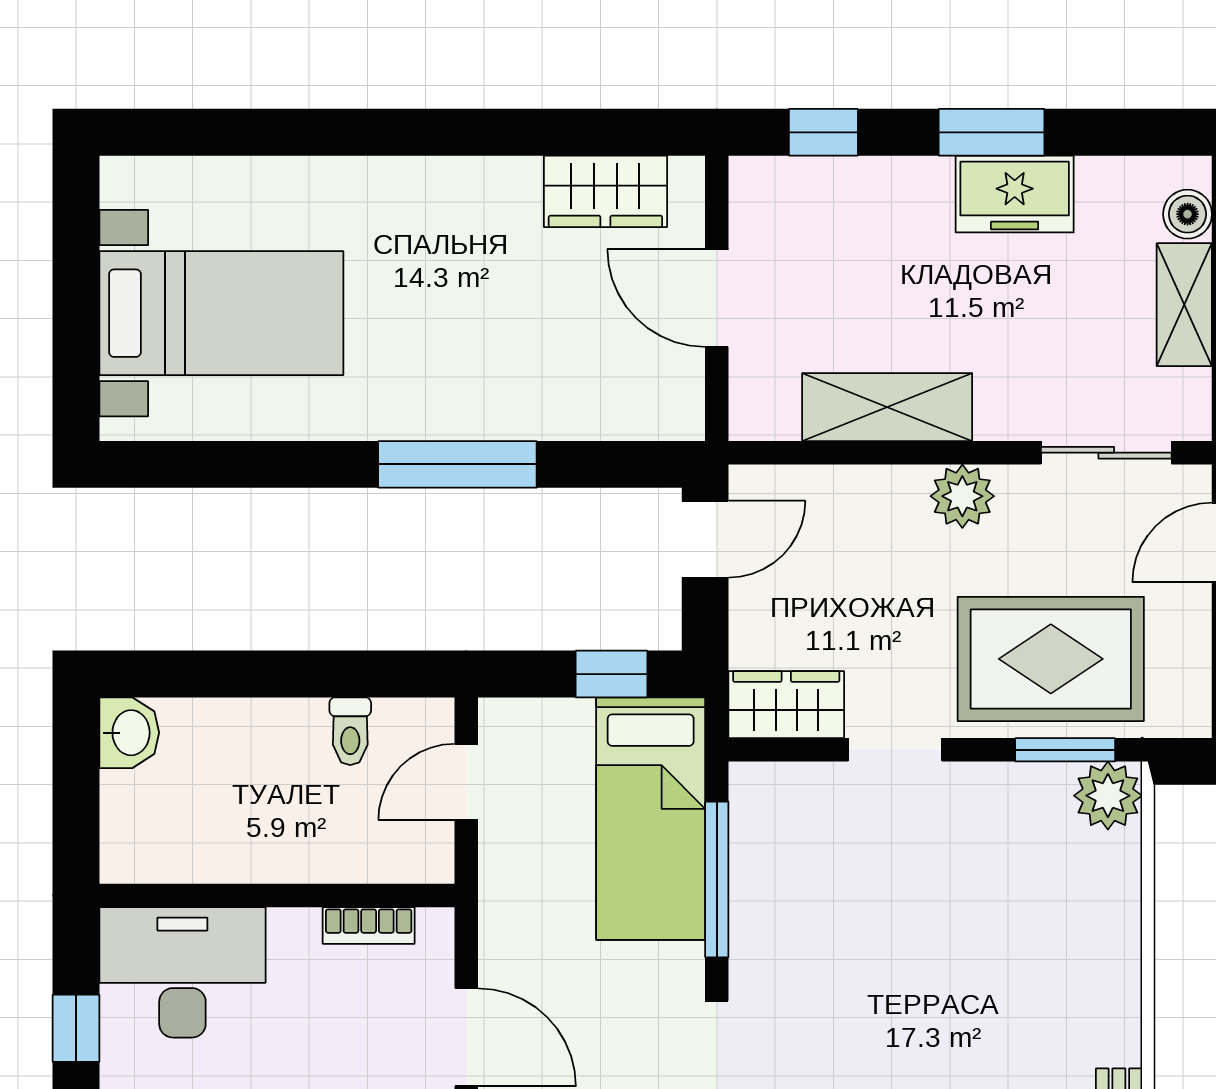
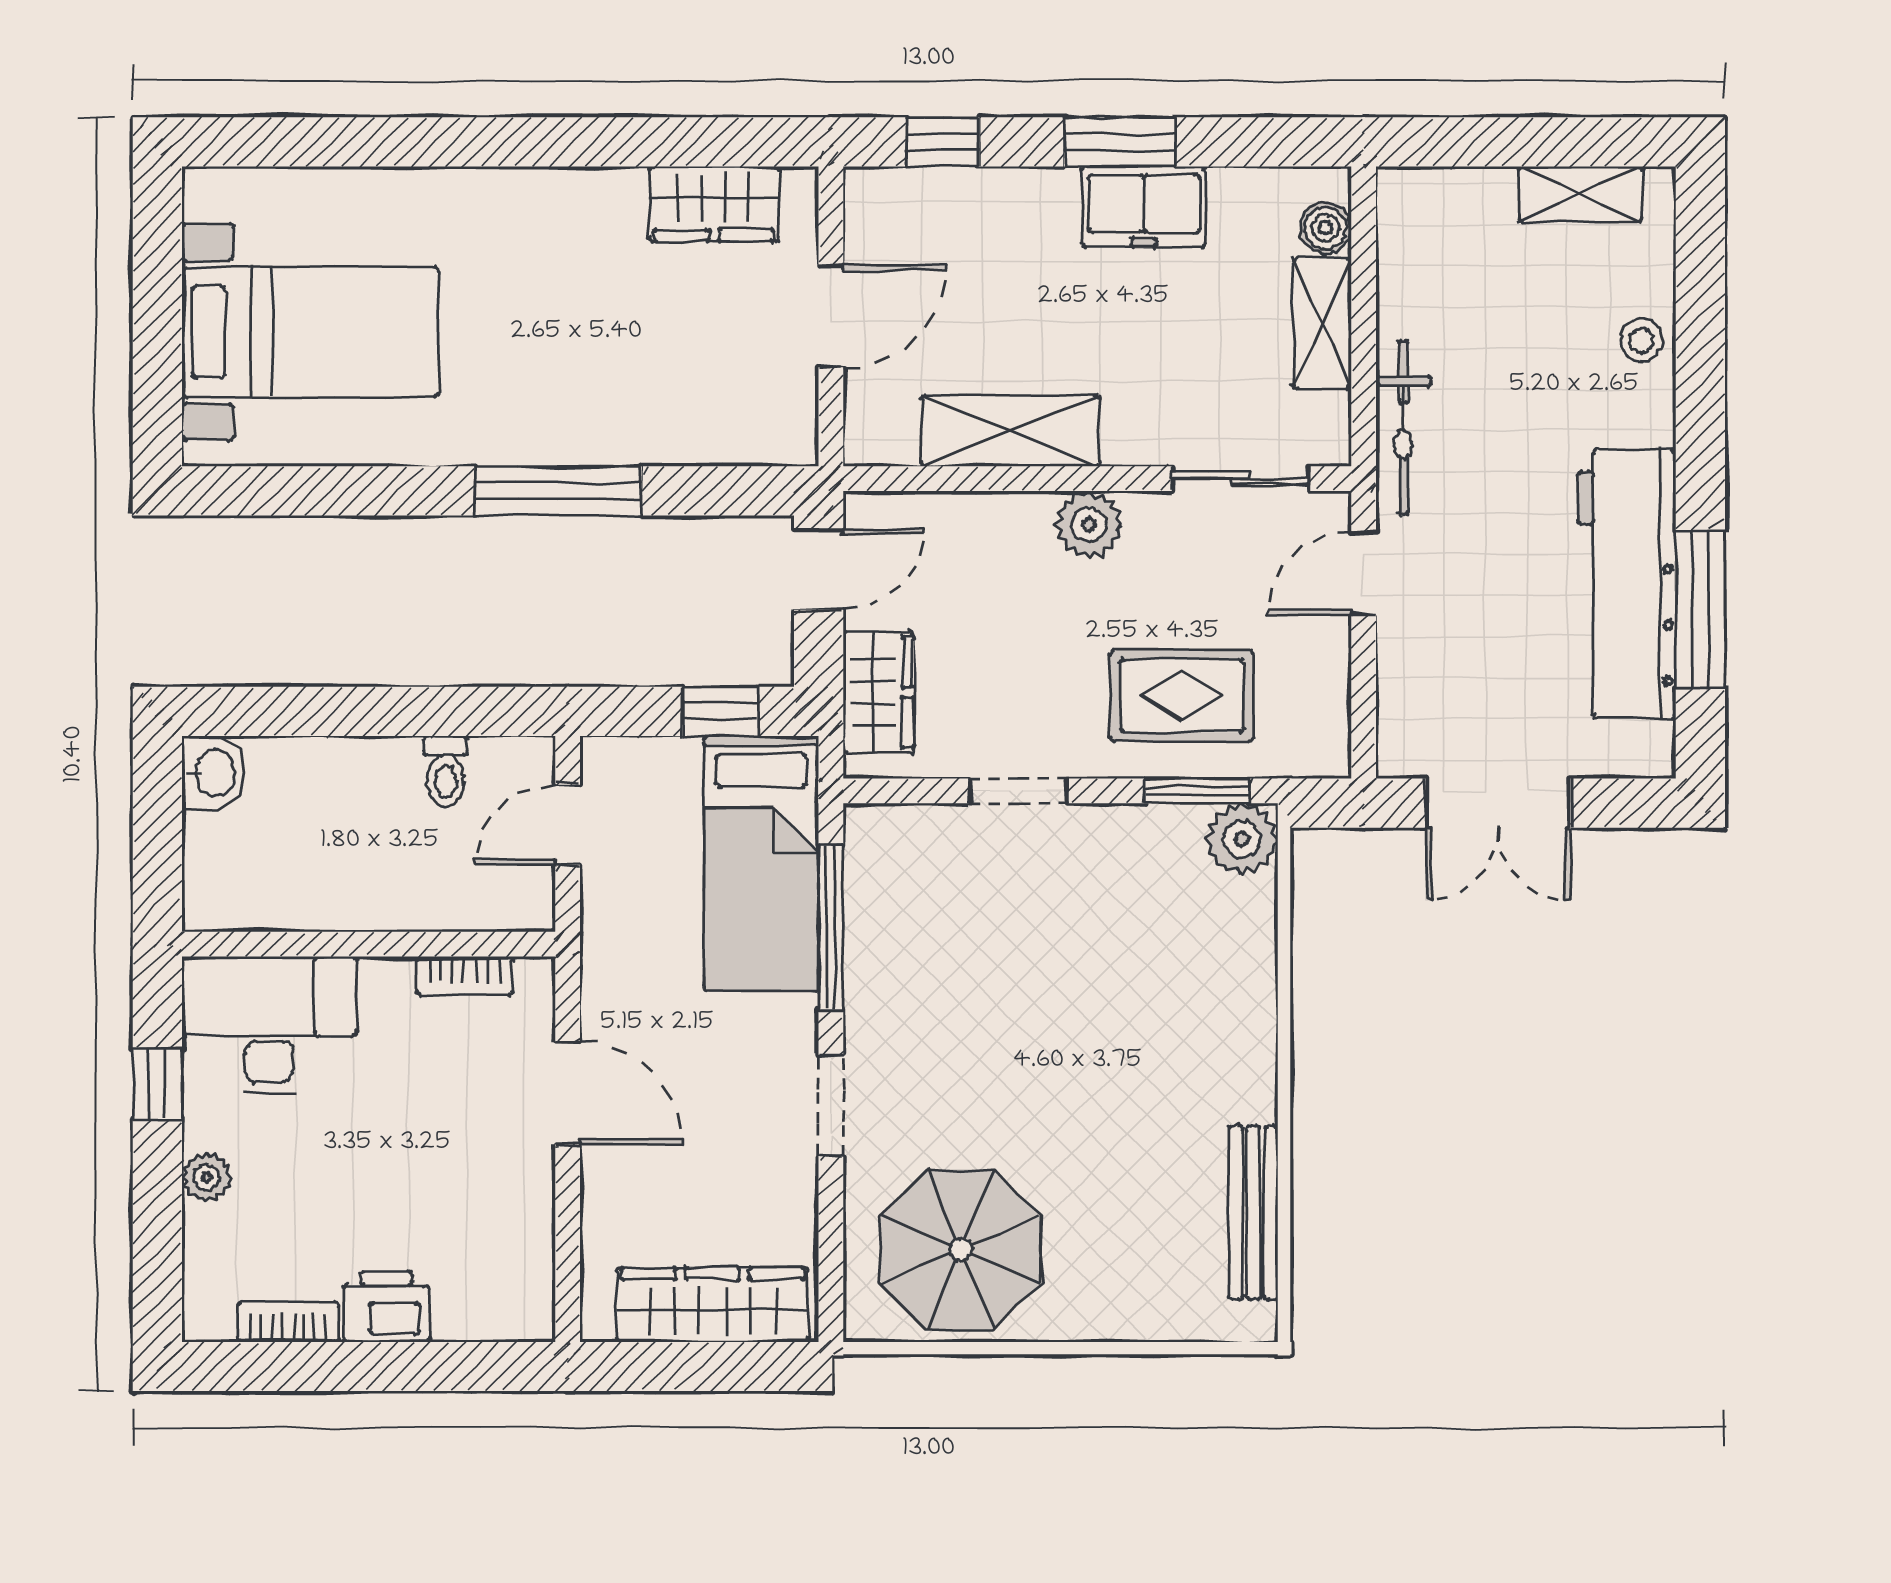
door: (717, 298) -> (831, 316), swing flipped
rug: (1051, 659) -> (1182, 695), width x0.73, depth x0.70
wardrobe: (786, 705) -> (878, 692), moved, turned 90

